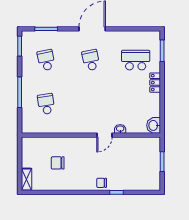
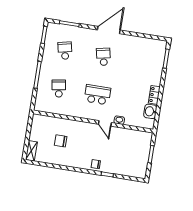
school desk: (136, 60) -> (97, 95), moved
locker: (155, 83) -> (154, 95), moved
washbasin: (154, 125) -> (150, 111), moved
door: (104, 135) -> (105, 123), hinge flipped

